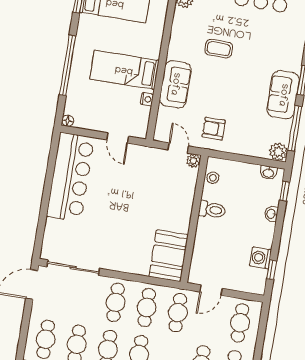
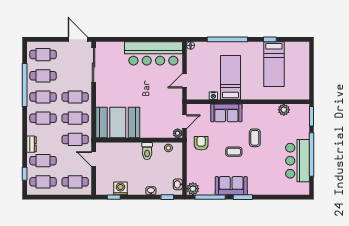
coffee table: (234, 83) -> (234, 152), added
booth: (169, 256) -> (118, 123), width x1.36, depth x1.42

